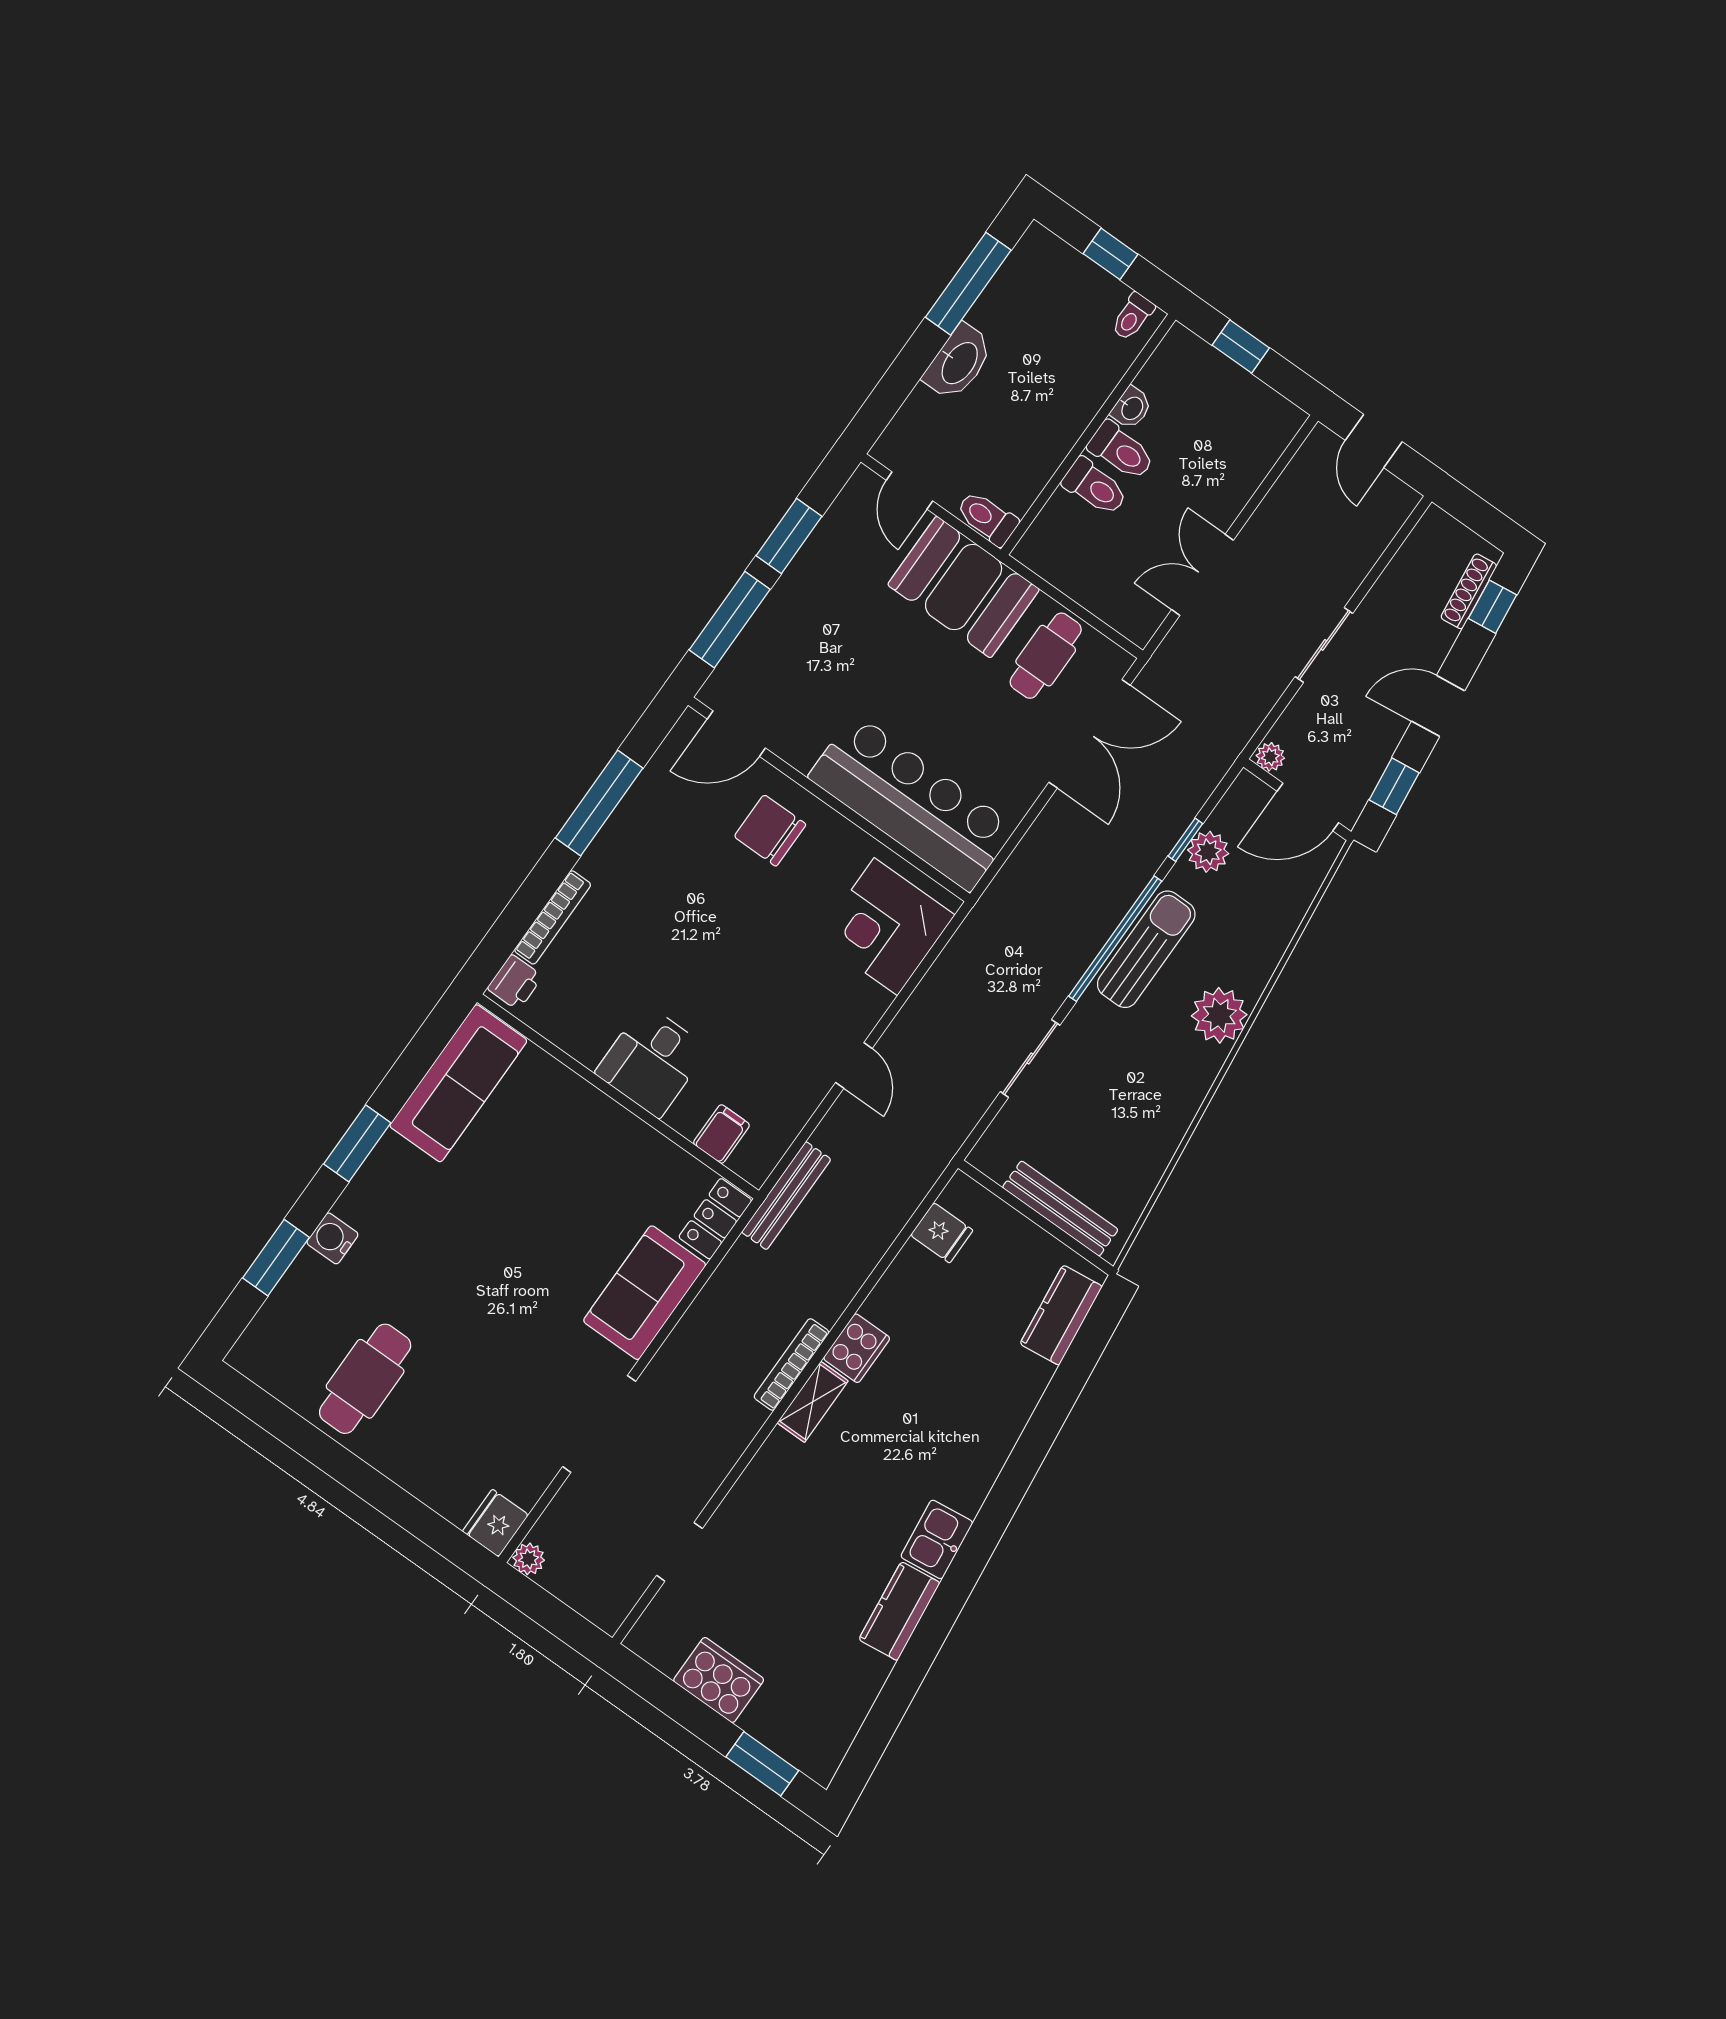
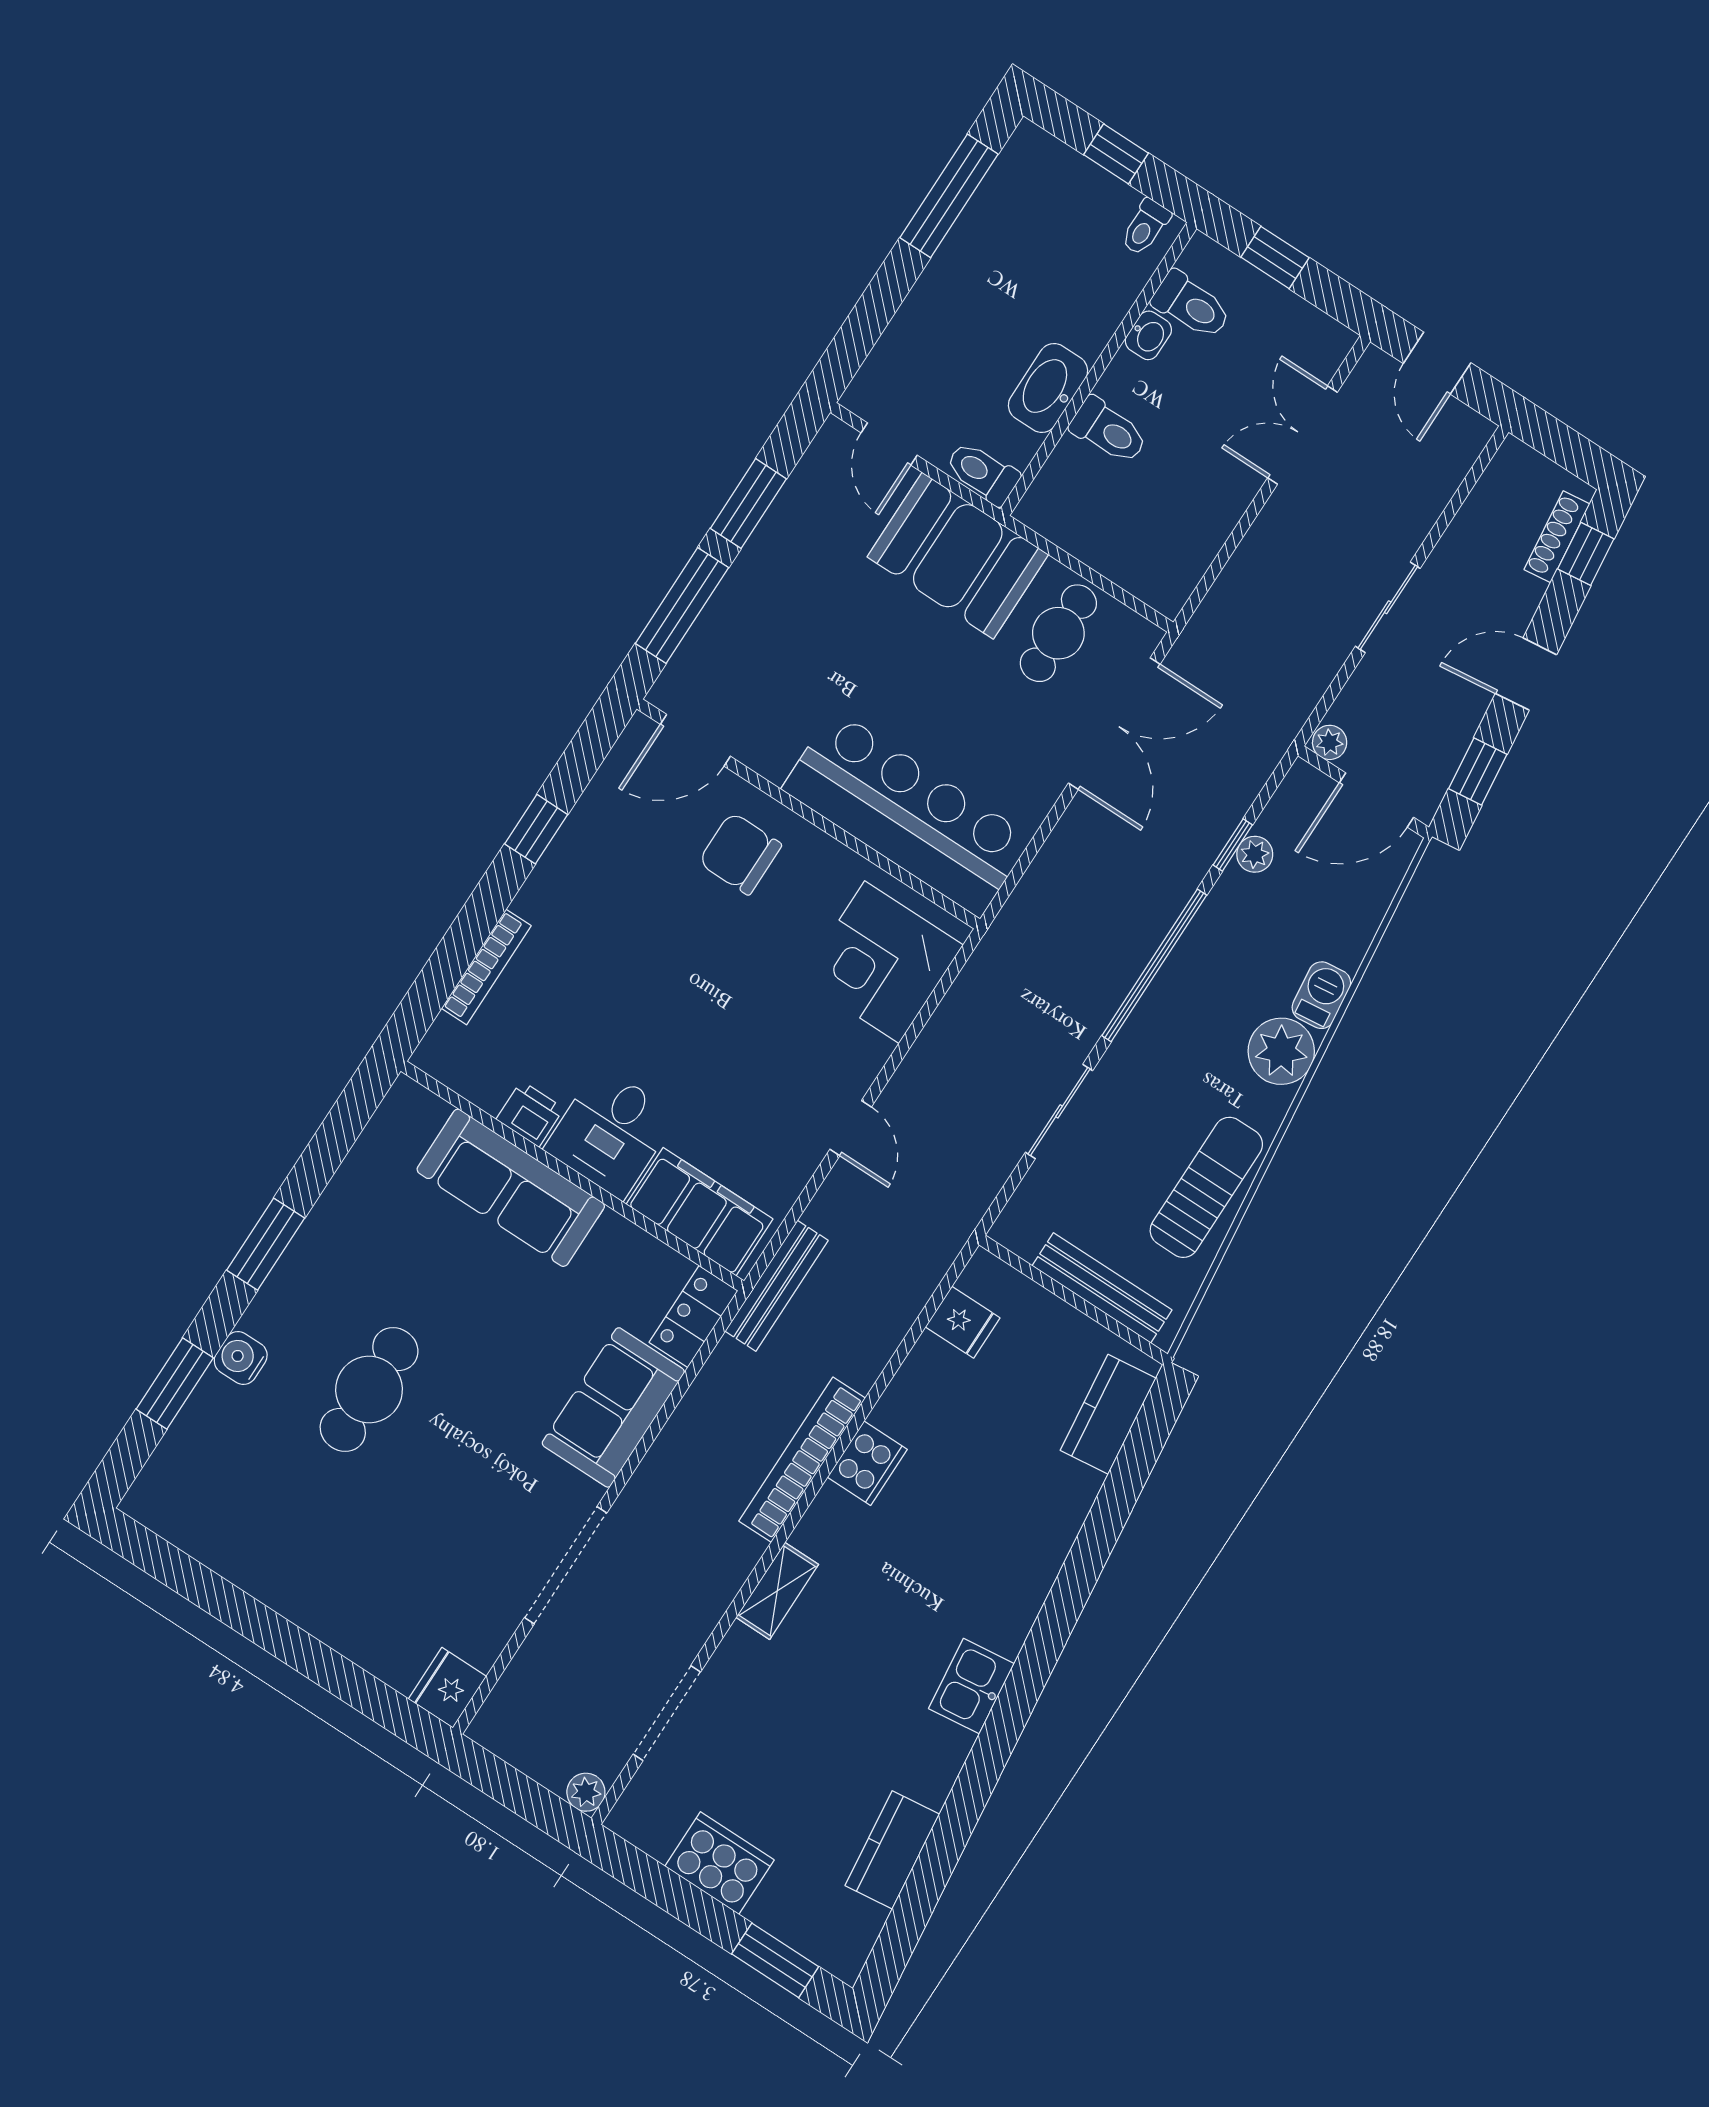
washbasin: (959, 362) -> (1048, 388), moved, turned 180
toilet: (1121, 451) -> (1191, 305), moved
double door: (1202, 575) -> (1302, 435), moved
window: (599, 803) -> (536, 829), width x0.46
plant: (1208, 852) -> (1255, 854), width x0.73, depth x0.73
sun lounger: (1146, 949) -> (1206, 1187), moved
barbecue: (1255, 969) -> (1321, 995), added
printer: (515, 982) -> (530, 1114), moved, turned -90
sofa: (458, 1083) -> (511, 1188), moved, turned 90
filing cabinet: (721, 1134) -> (699, 1212), width x3.00, depth x1.17
bookcase: (791, 1365) -> (802, 1460), width x1.48, depth x1.31
cafe table: (365, 1379) -> (369, 1389), moved
shelving: (813, 1402) -> (777, 1591), moved
doorway: (679, 1552) -> (667, 1713), width x1.38
plant: (529, 1559) -> (586, 1792), moved
kitchen counter: (899, 1611) -> (892, 1850), moved

